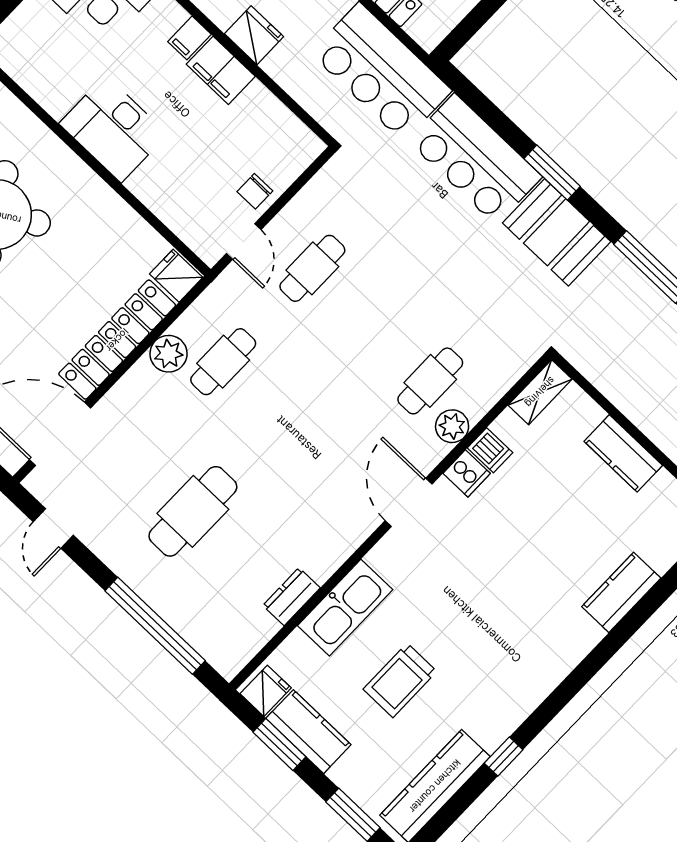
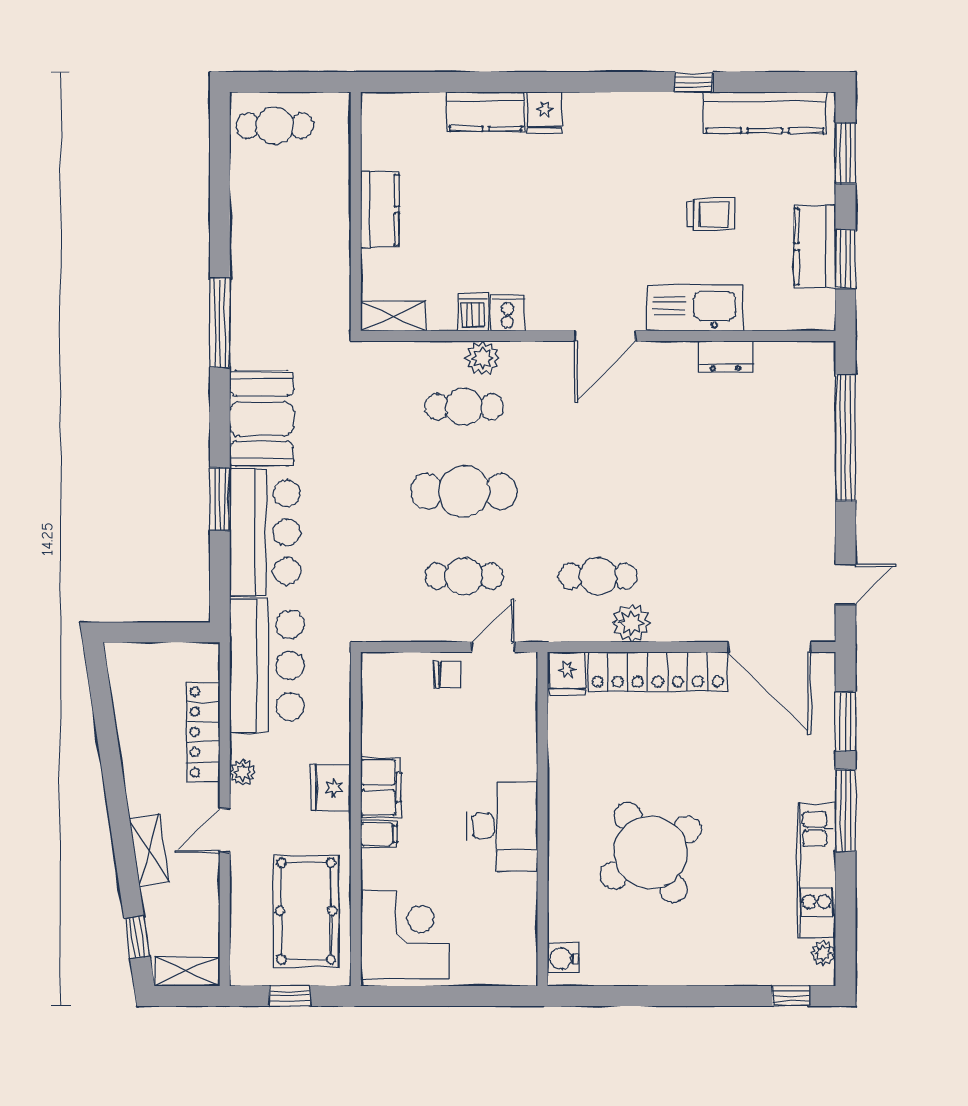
window: (552, 172) -> (220, 499), moved
door: (409, 502) -> (605, 336), moved
cafe table: (193, 511) -> (464, 491), moved
trolley: (400, 680) -> (711, 215), width x0.73, depth x0.72
fridge: (266, 691) -> (545, 112), moved, turned -90

